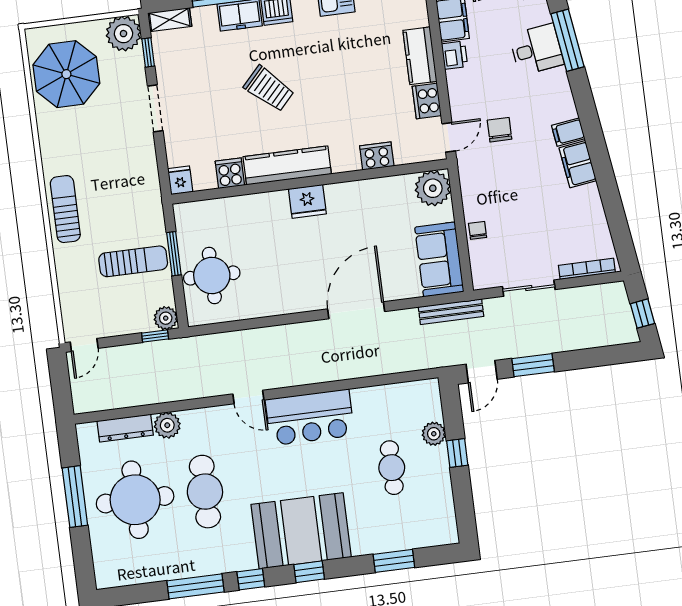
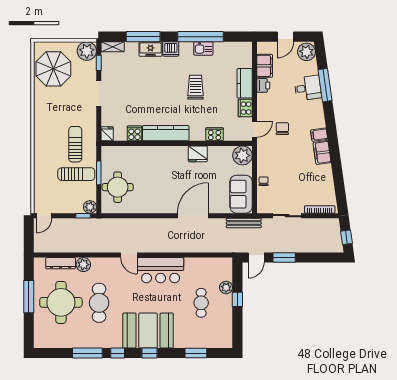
trolley: (269, 89) -> (195, 87), moved, turned -133
fridge: (307, 201) -> (198, 154), moved
sun lounger: (65, 209) -> (75, 144), moved

